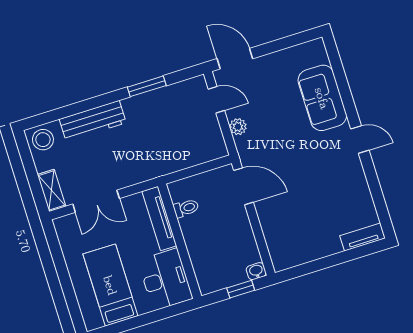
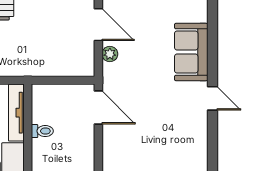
door: (216, 100) -> (98, 25), width x1.38
toilet: (186, 208) -> (42, 131), moved

